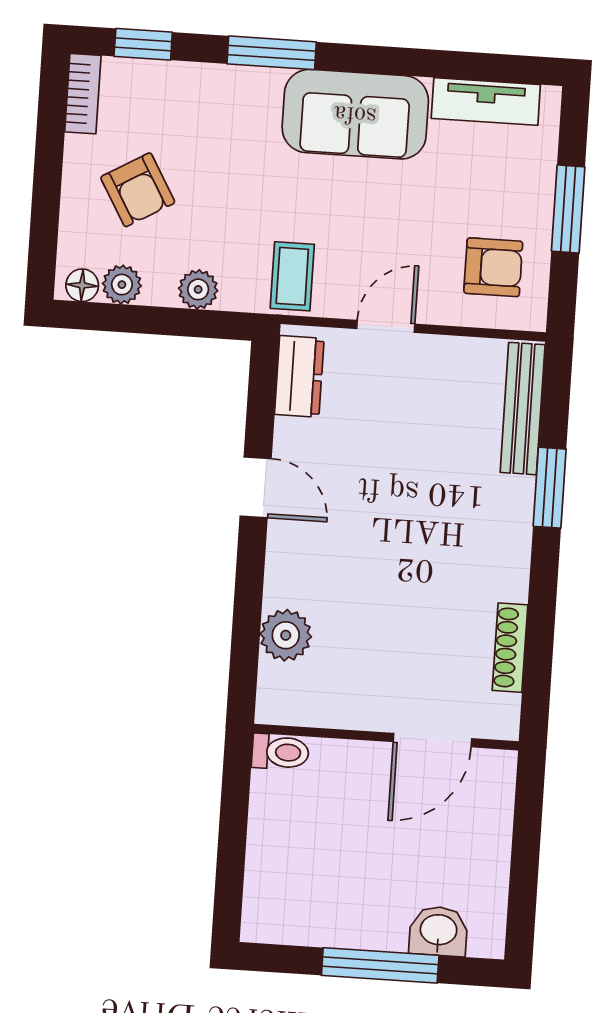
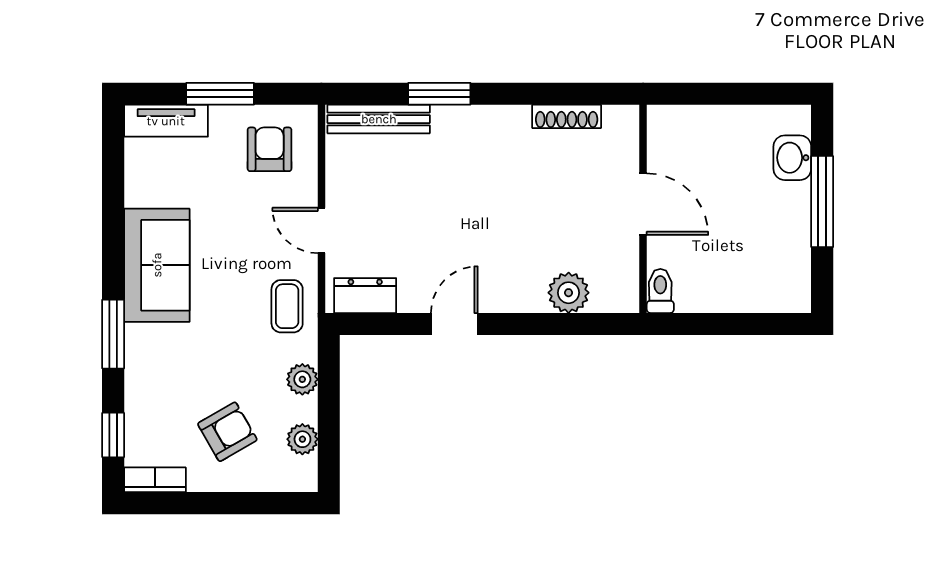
tv unit: (486, 101) -> (166, 121), moved, turned 90
coffee table: (292, 276) -> (287, 306), turned 90
floor lamp: (82, 285) -> (305, 470), removed
door: (432, 740) -> (643, 204), moved

